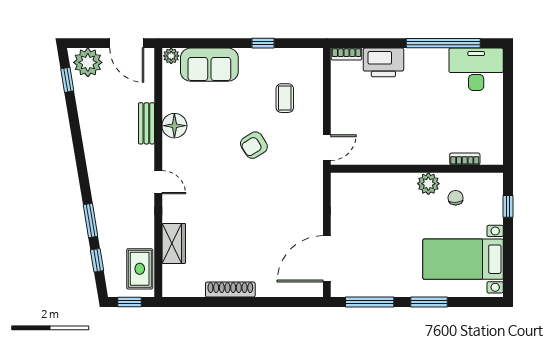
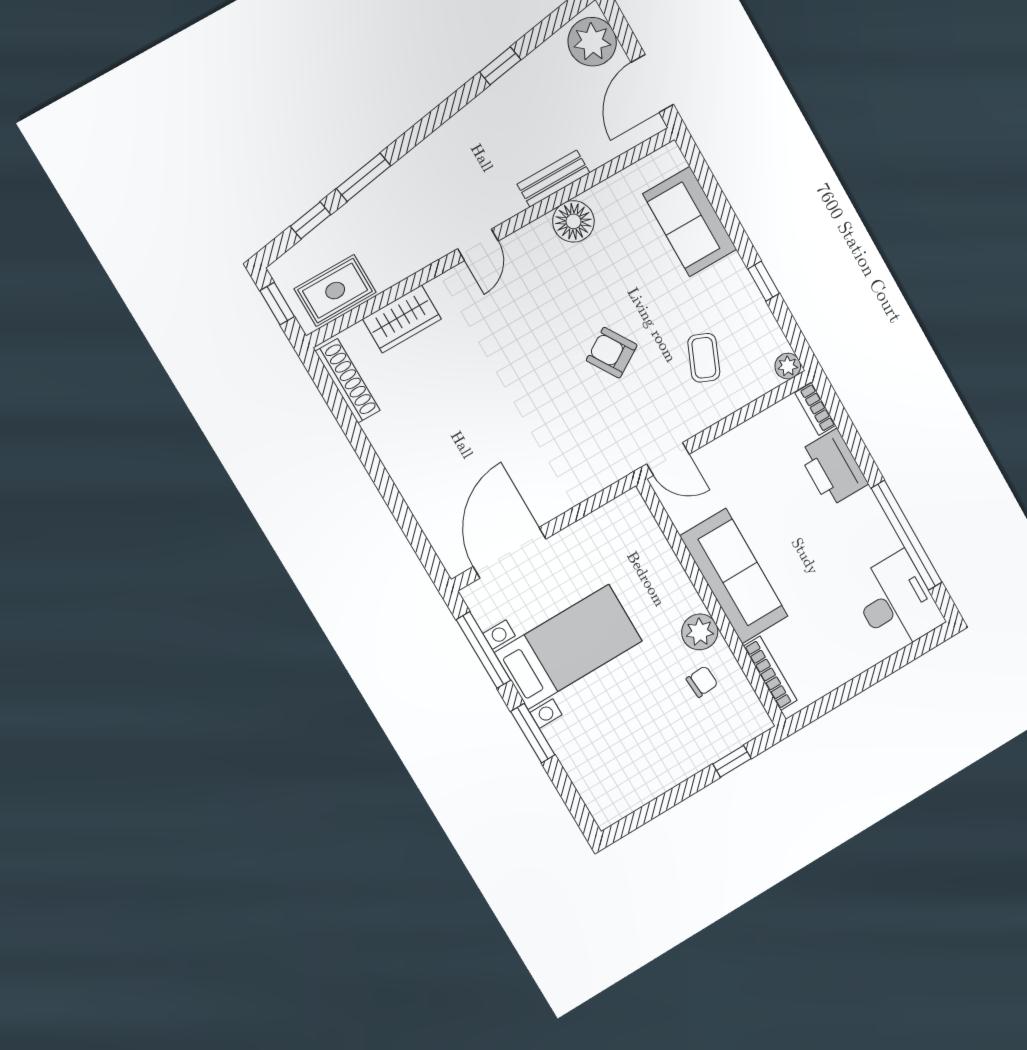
plant: (171, 56) -> (788, 366), moved
window: (67, 80) -> (500, 66), moved
coffee table: (285, 98) -> (704, 358), turned -67
sofa: (410, 148) -> (734, 576), added
bookcase: (465, 159) -> (770, 673), width x1.56
door: (327, 259) -> (510, 553), hinge flipped
bed with nightstands: (463, 259) -> (568, 647), moved, turned 90
shoe rack: (230, 290) -> (348, 381), moved

